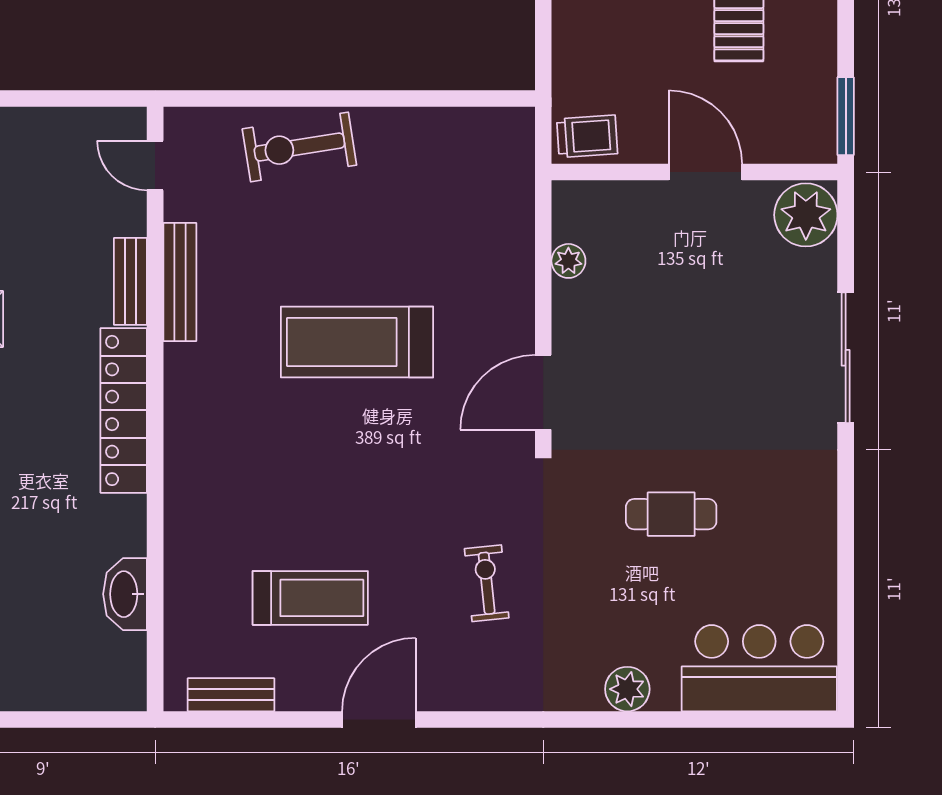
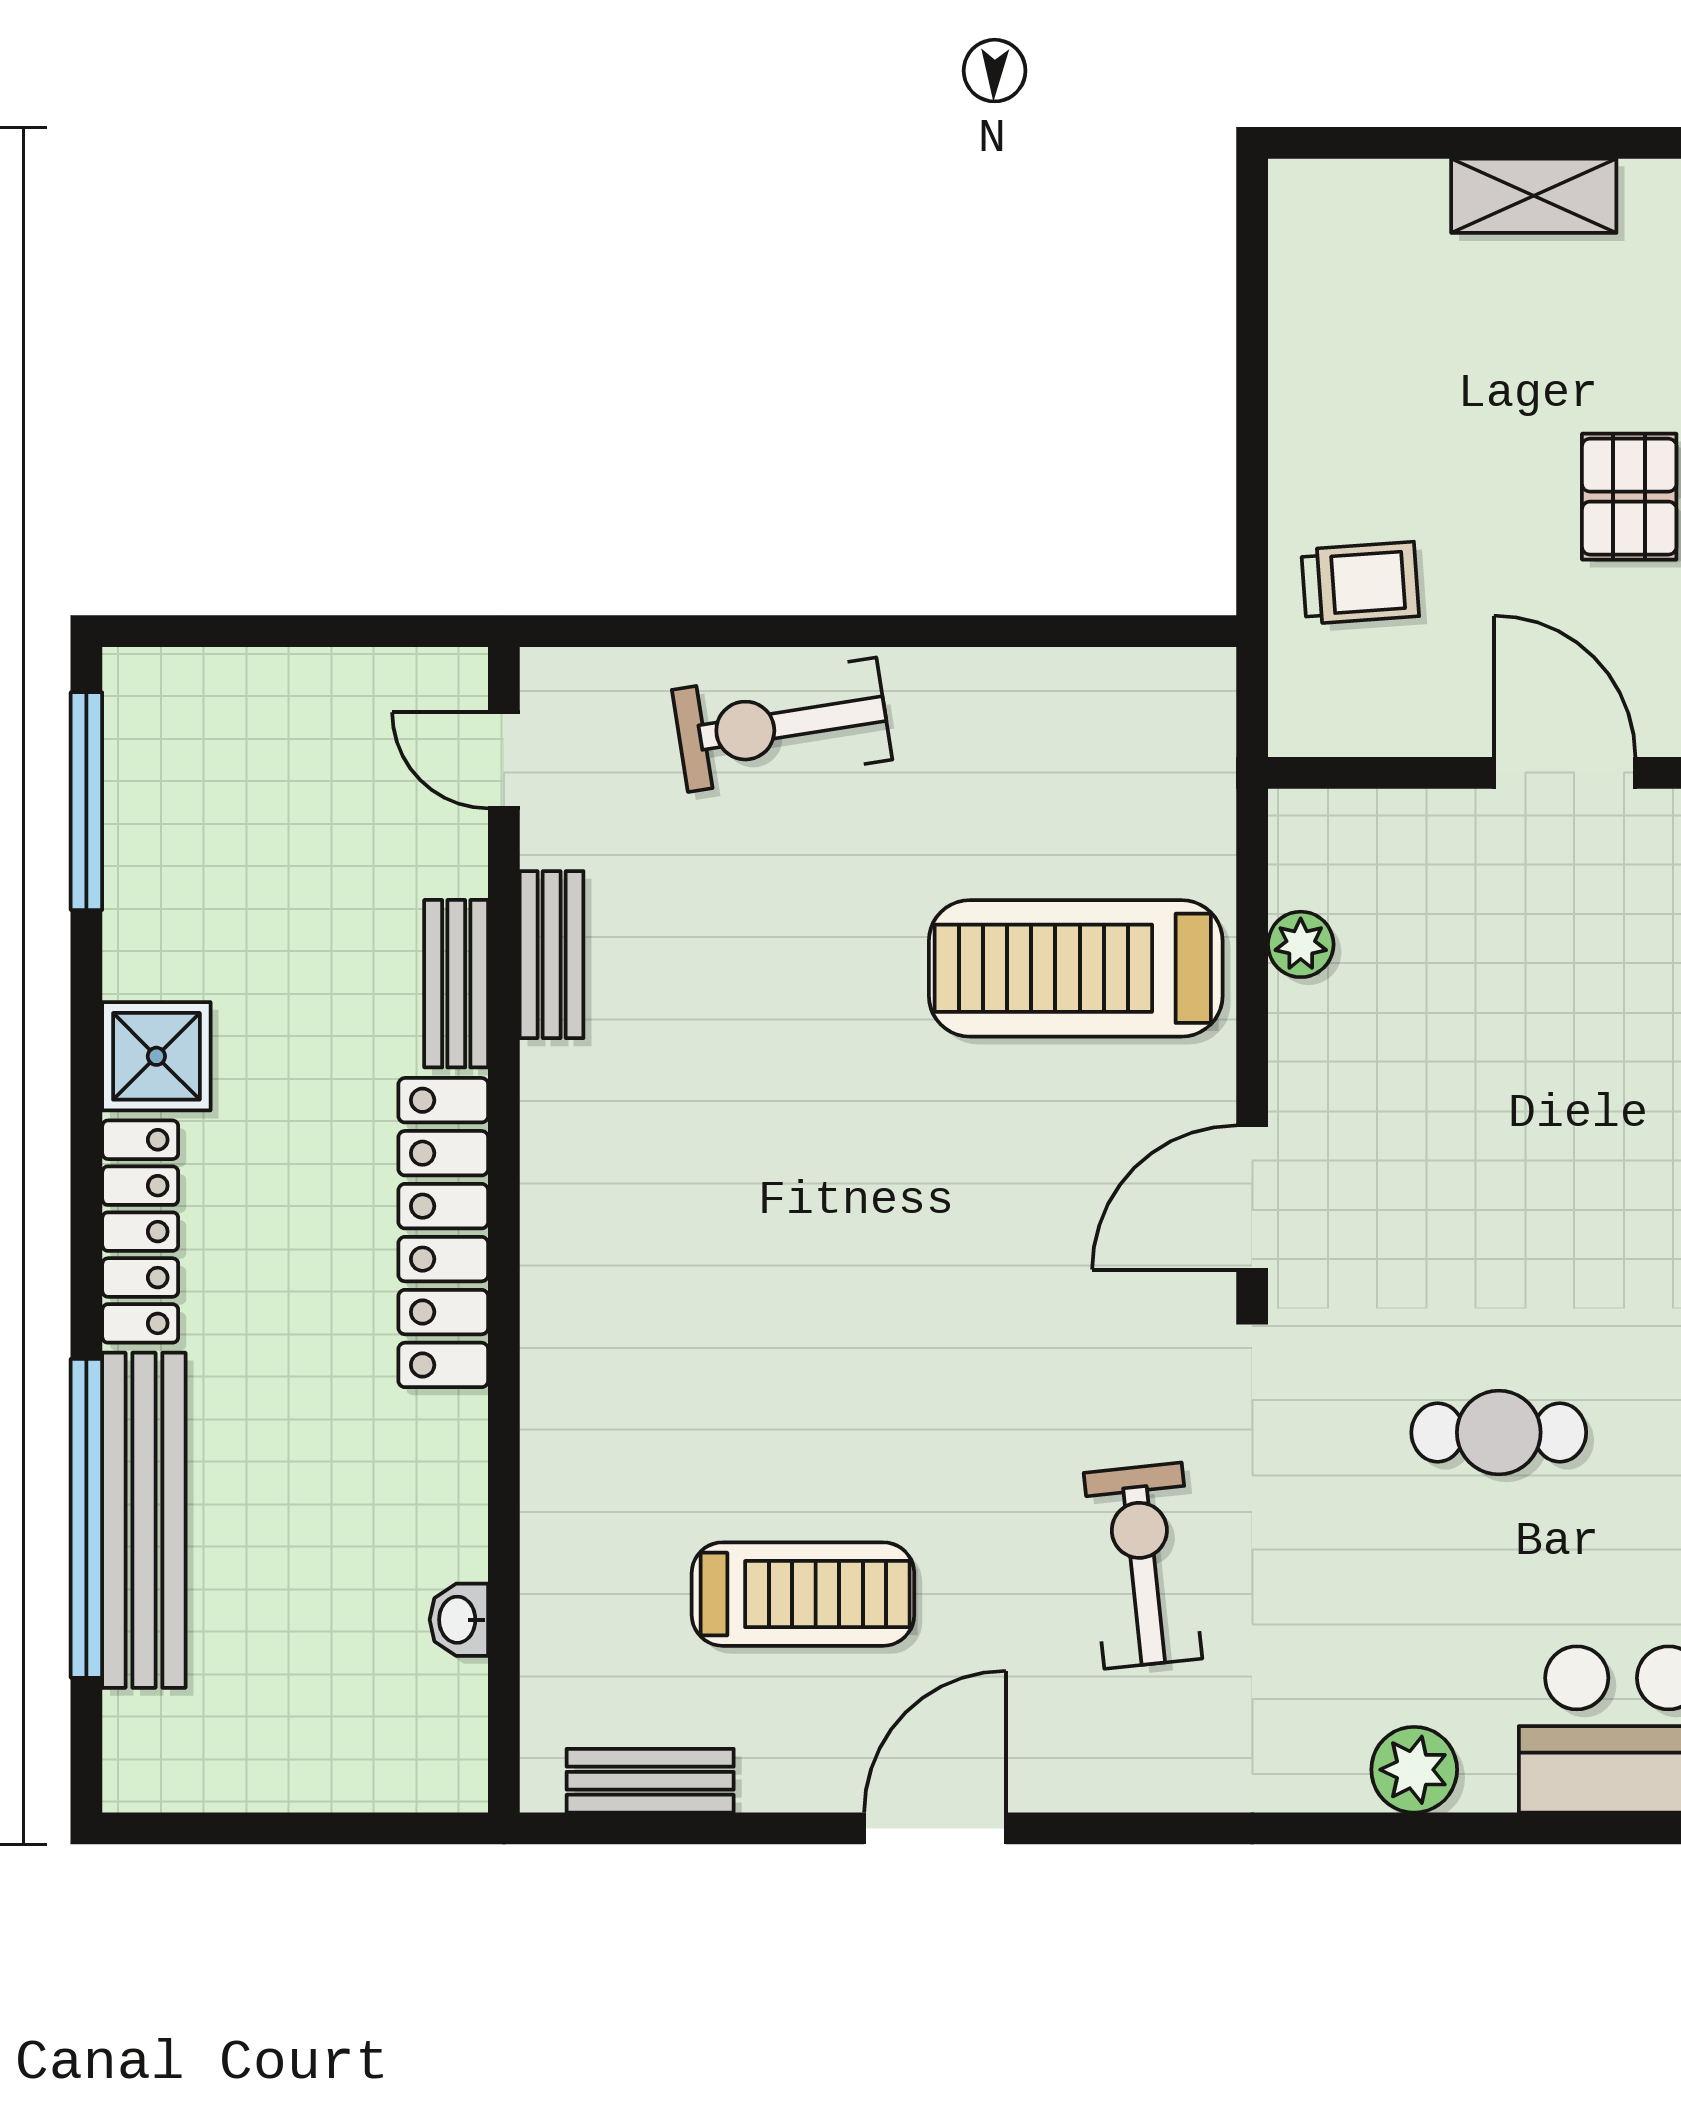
trolley: (587, 136) -> (1360, 583), moved
bench: (180, 282) -> (552, 955), width x0.73
treadmill: (357, 342) -> (1076, 968), moved
exercise bike: (487, 583) -> (1143, 1566), width x1.38, depth x1.39
washbasin: (125, 594) -> (459, 1620), width x0.52, depth x0.69

